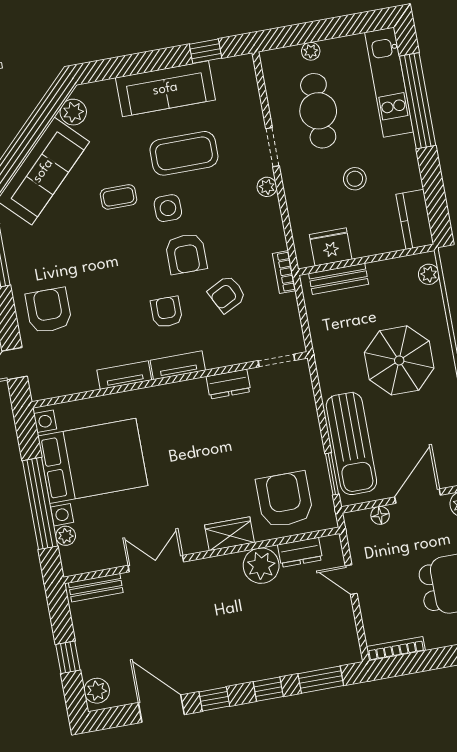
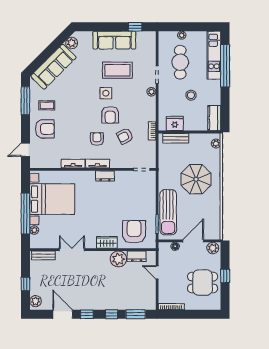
coffee table: (119, 197) -> (47, 105), moved
armchair: (49, 310) -> (45, 129), turned 90
dresser: (228, 384) -> (105, 176), moved

